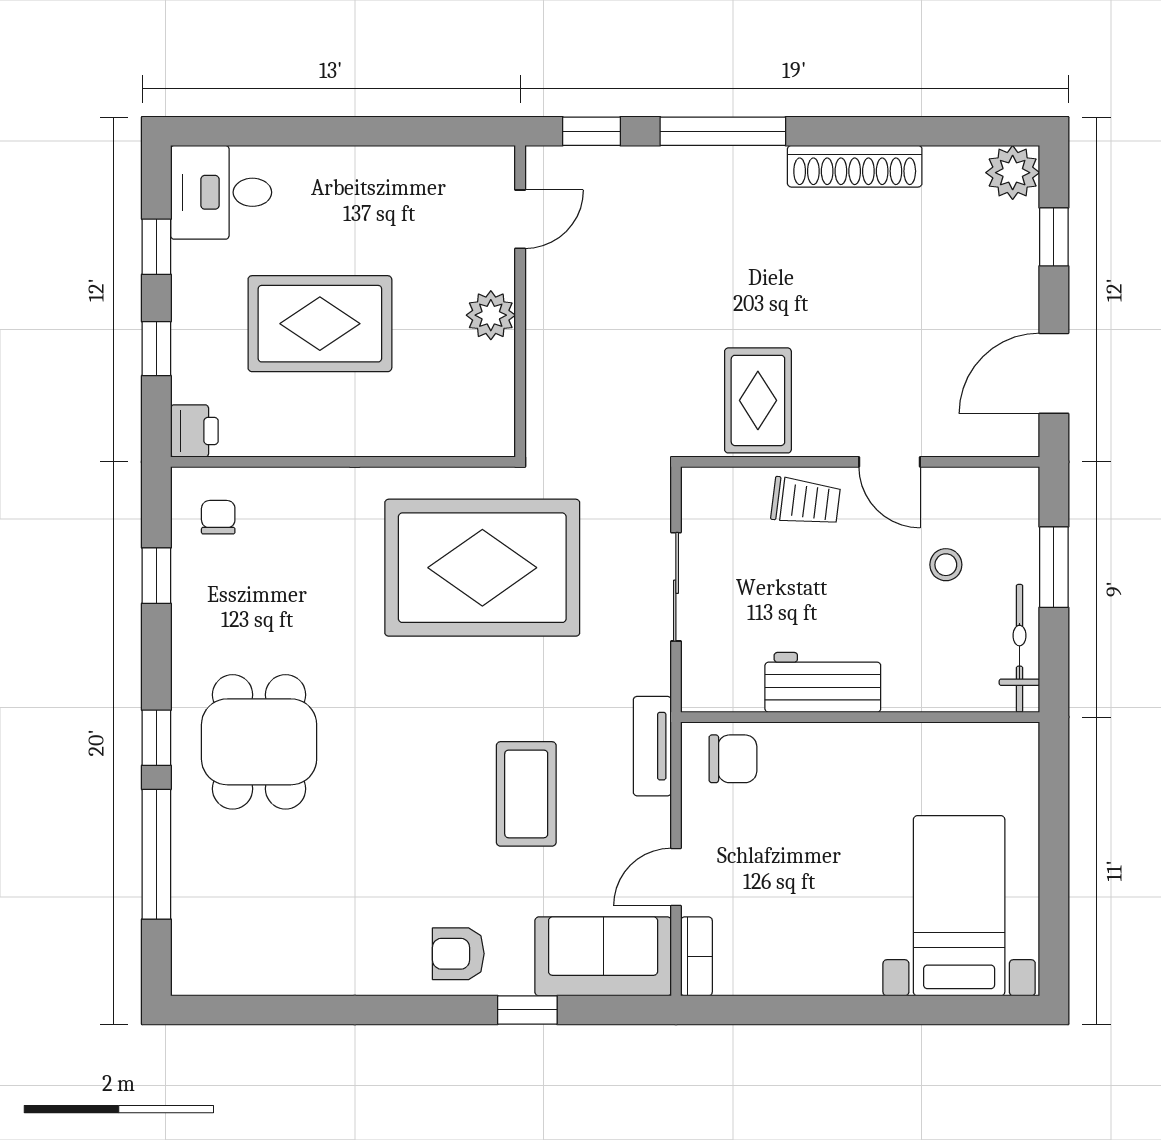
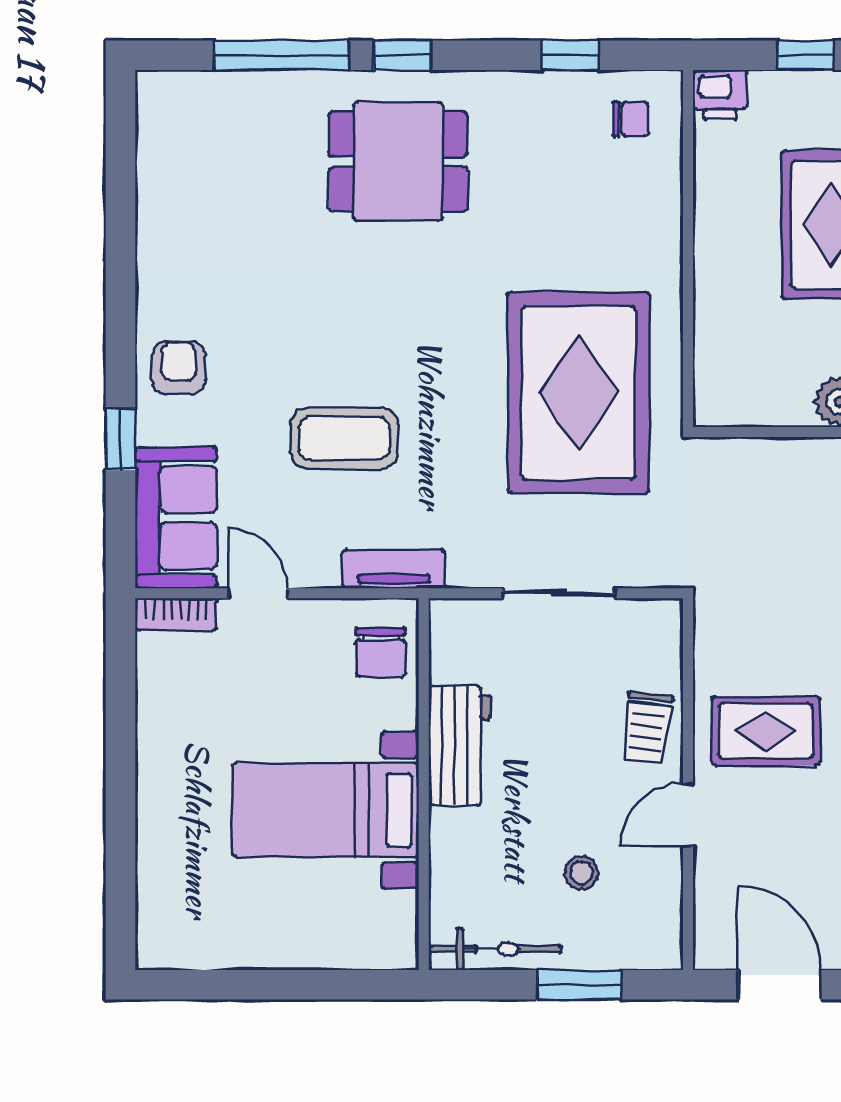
rug: (758, 400) -> (766, 731), moved
bed with nightstands: (959, 906) -> (326, 810), moved, turned 180

